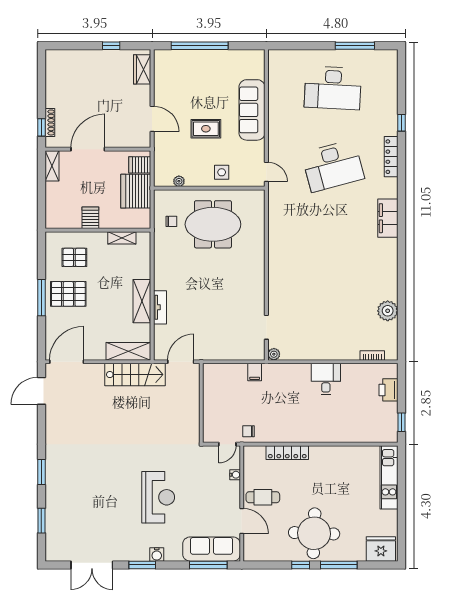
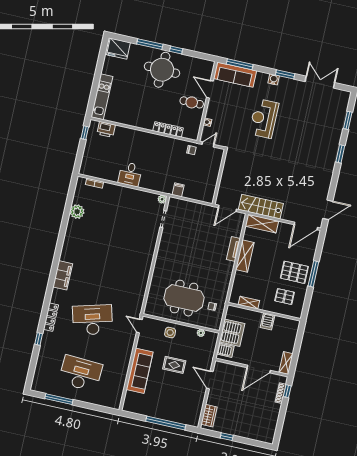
printer: (389, 390) -> (106, 129), moved, turned 90

